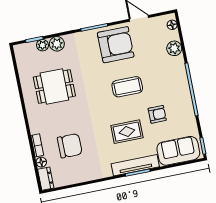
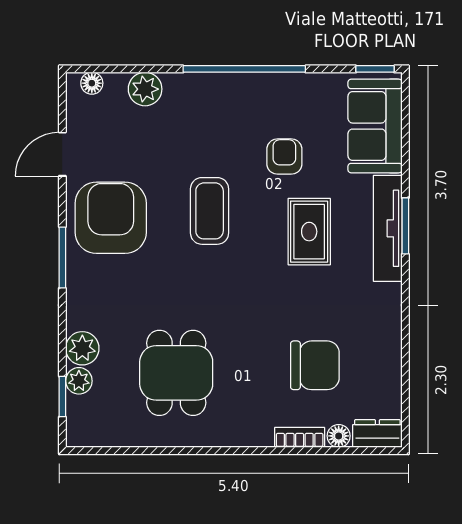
chair: (70, 146) -> (315, 365), turned 90

